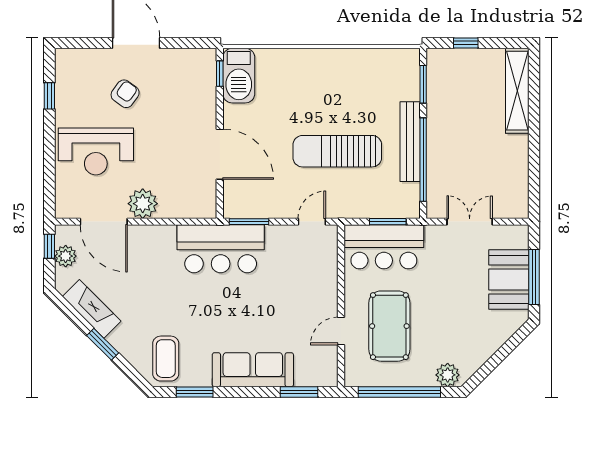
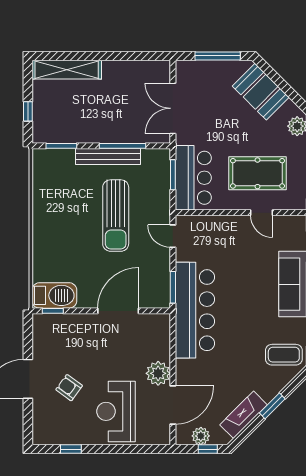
reception desk: (96, 151) -> (116, 411), turned 180
window: (423, 160) -> (123, 146), width x0.68
double door: (470, 222) -> (173, 108), width x1.37
window: (49, 246) -> (208, 449), moved
bar counter: (221, 249) -> (195, 310), width x1.36
booth: (509, 279) -> (261, 92), moved, turned 45

